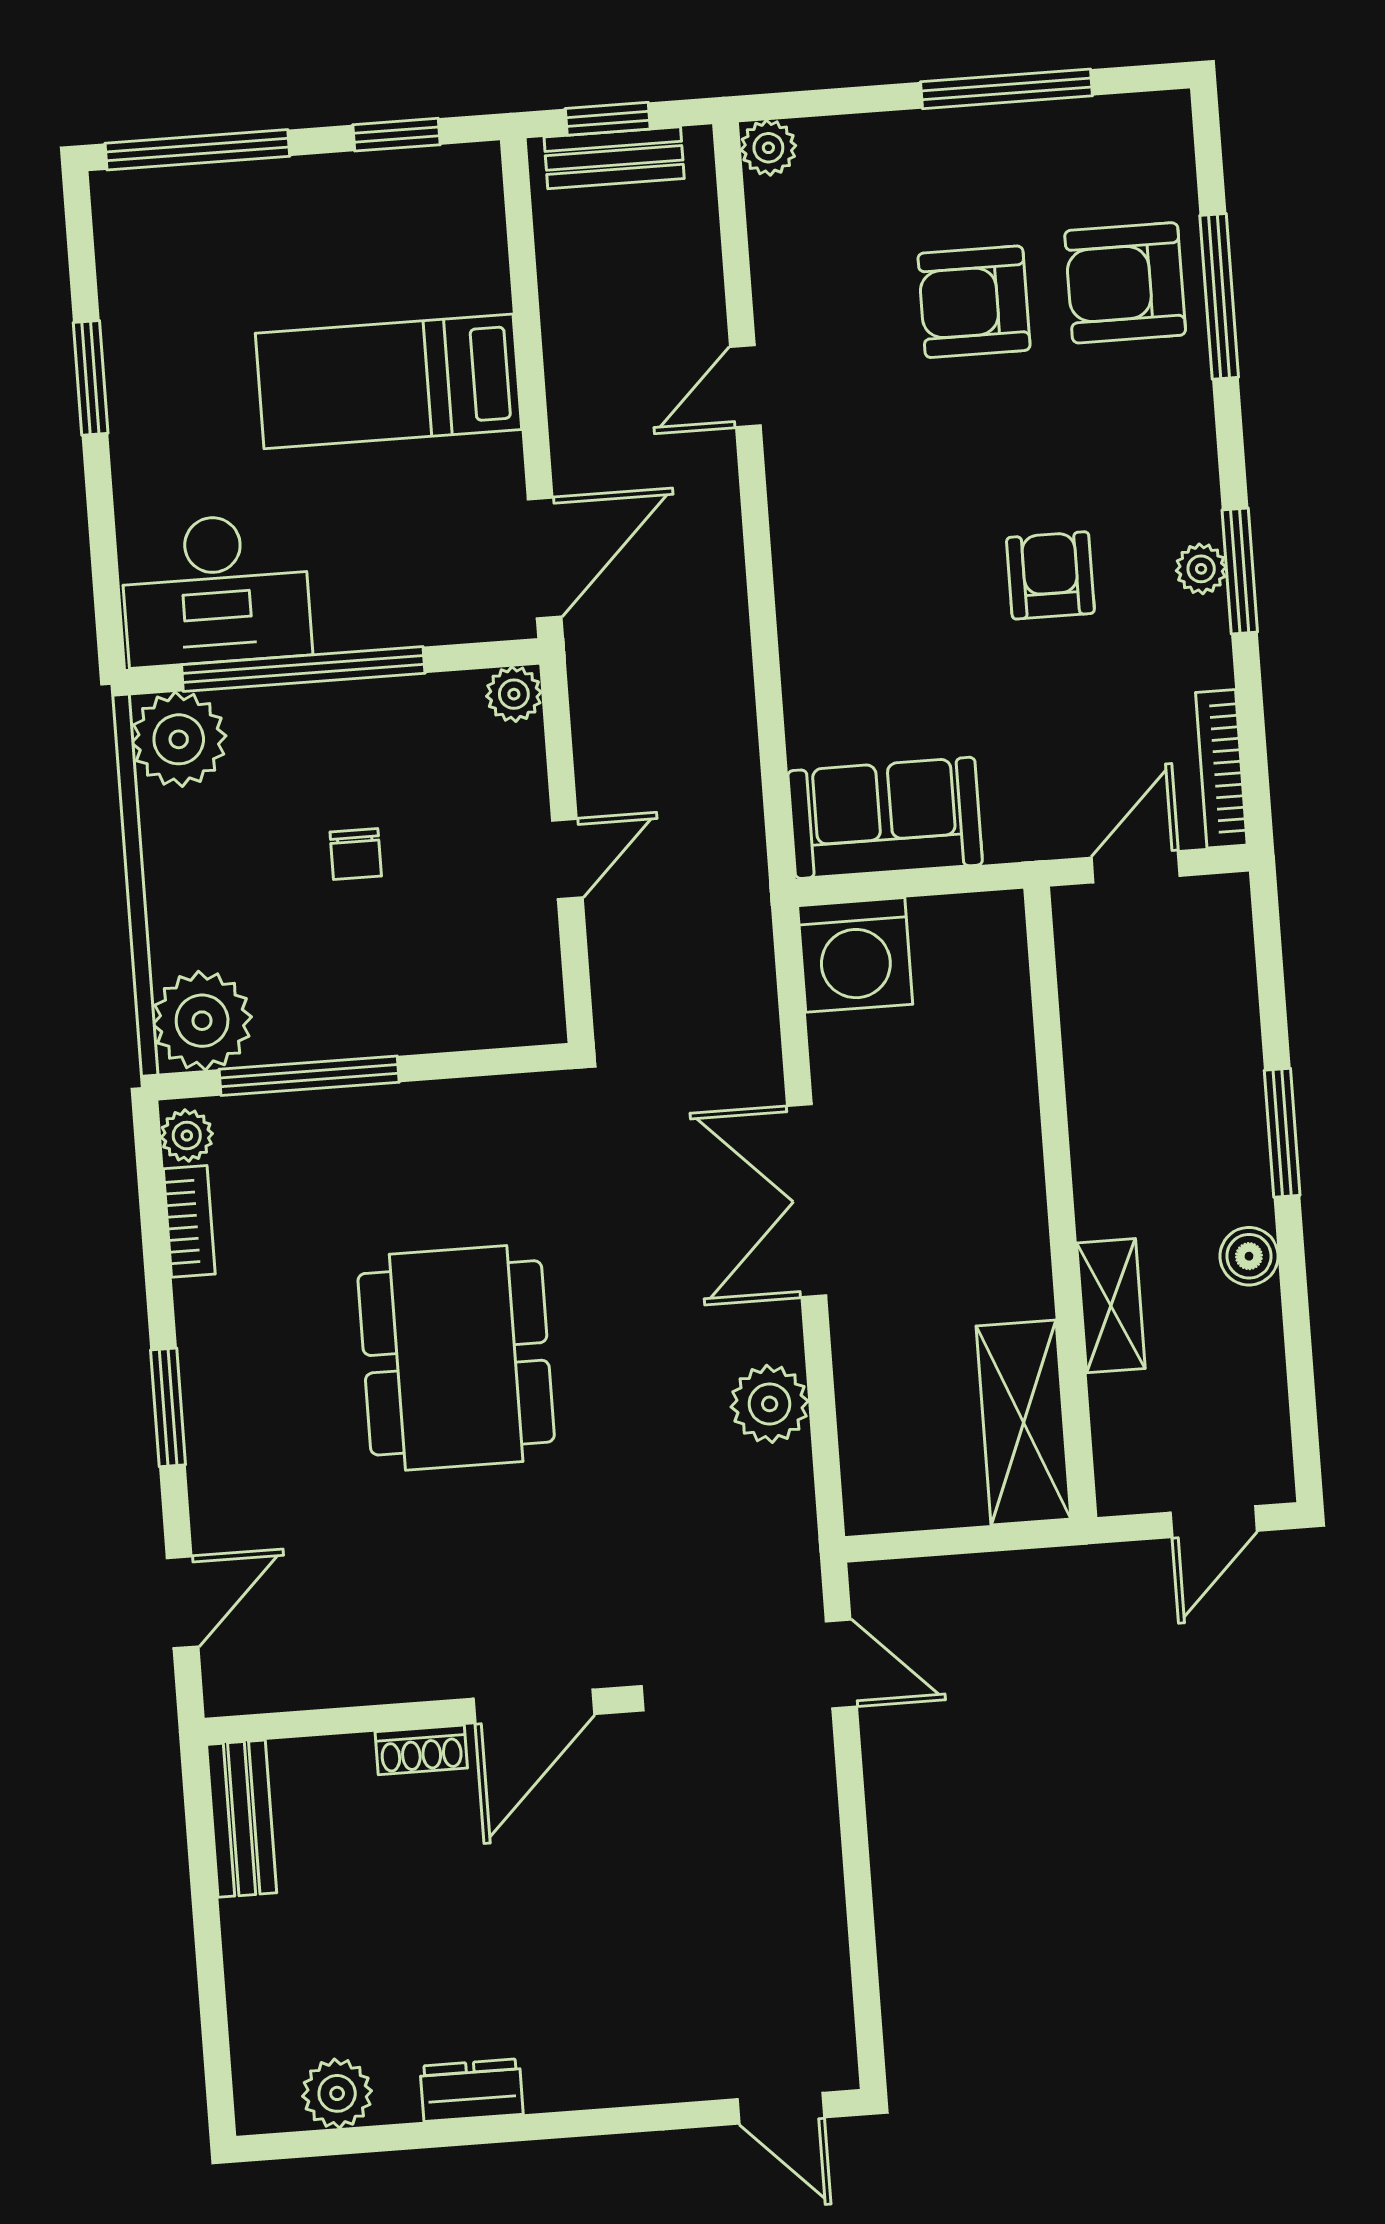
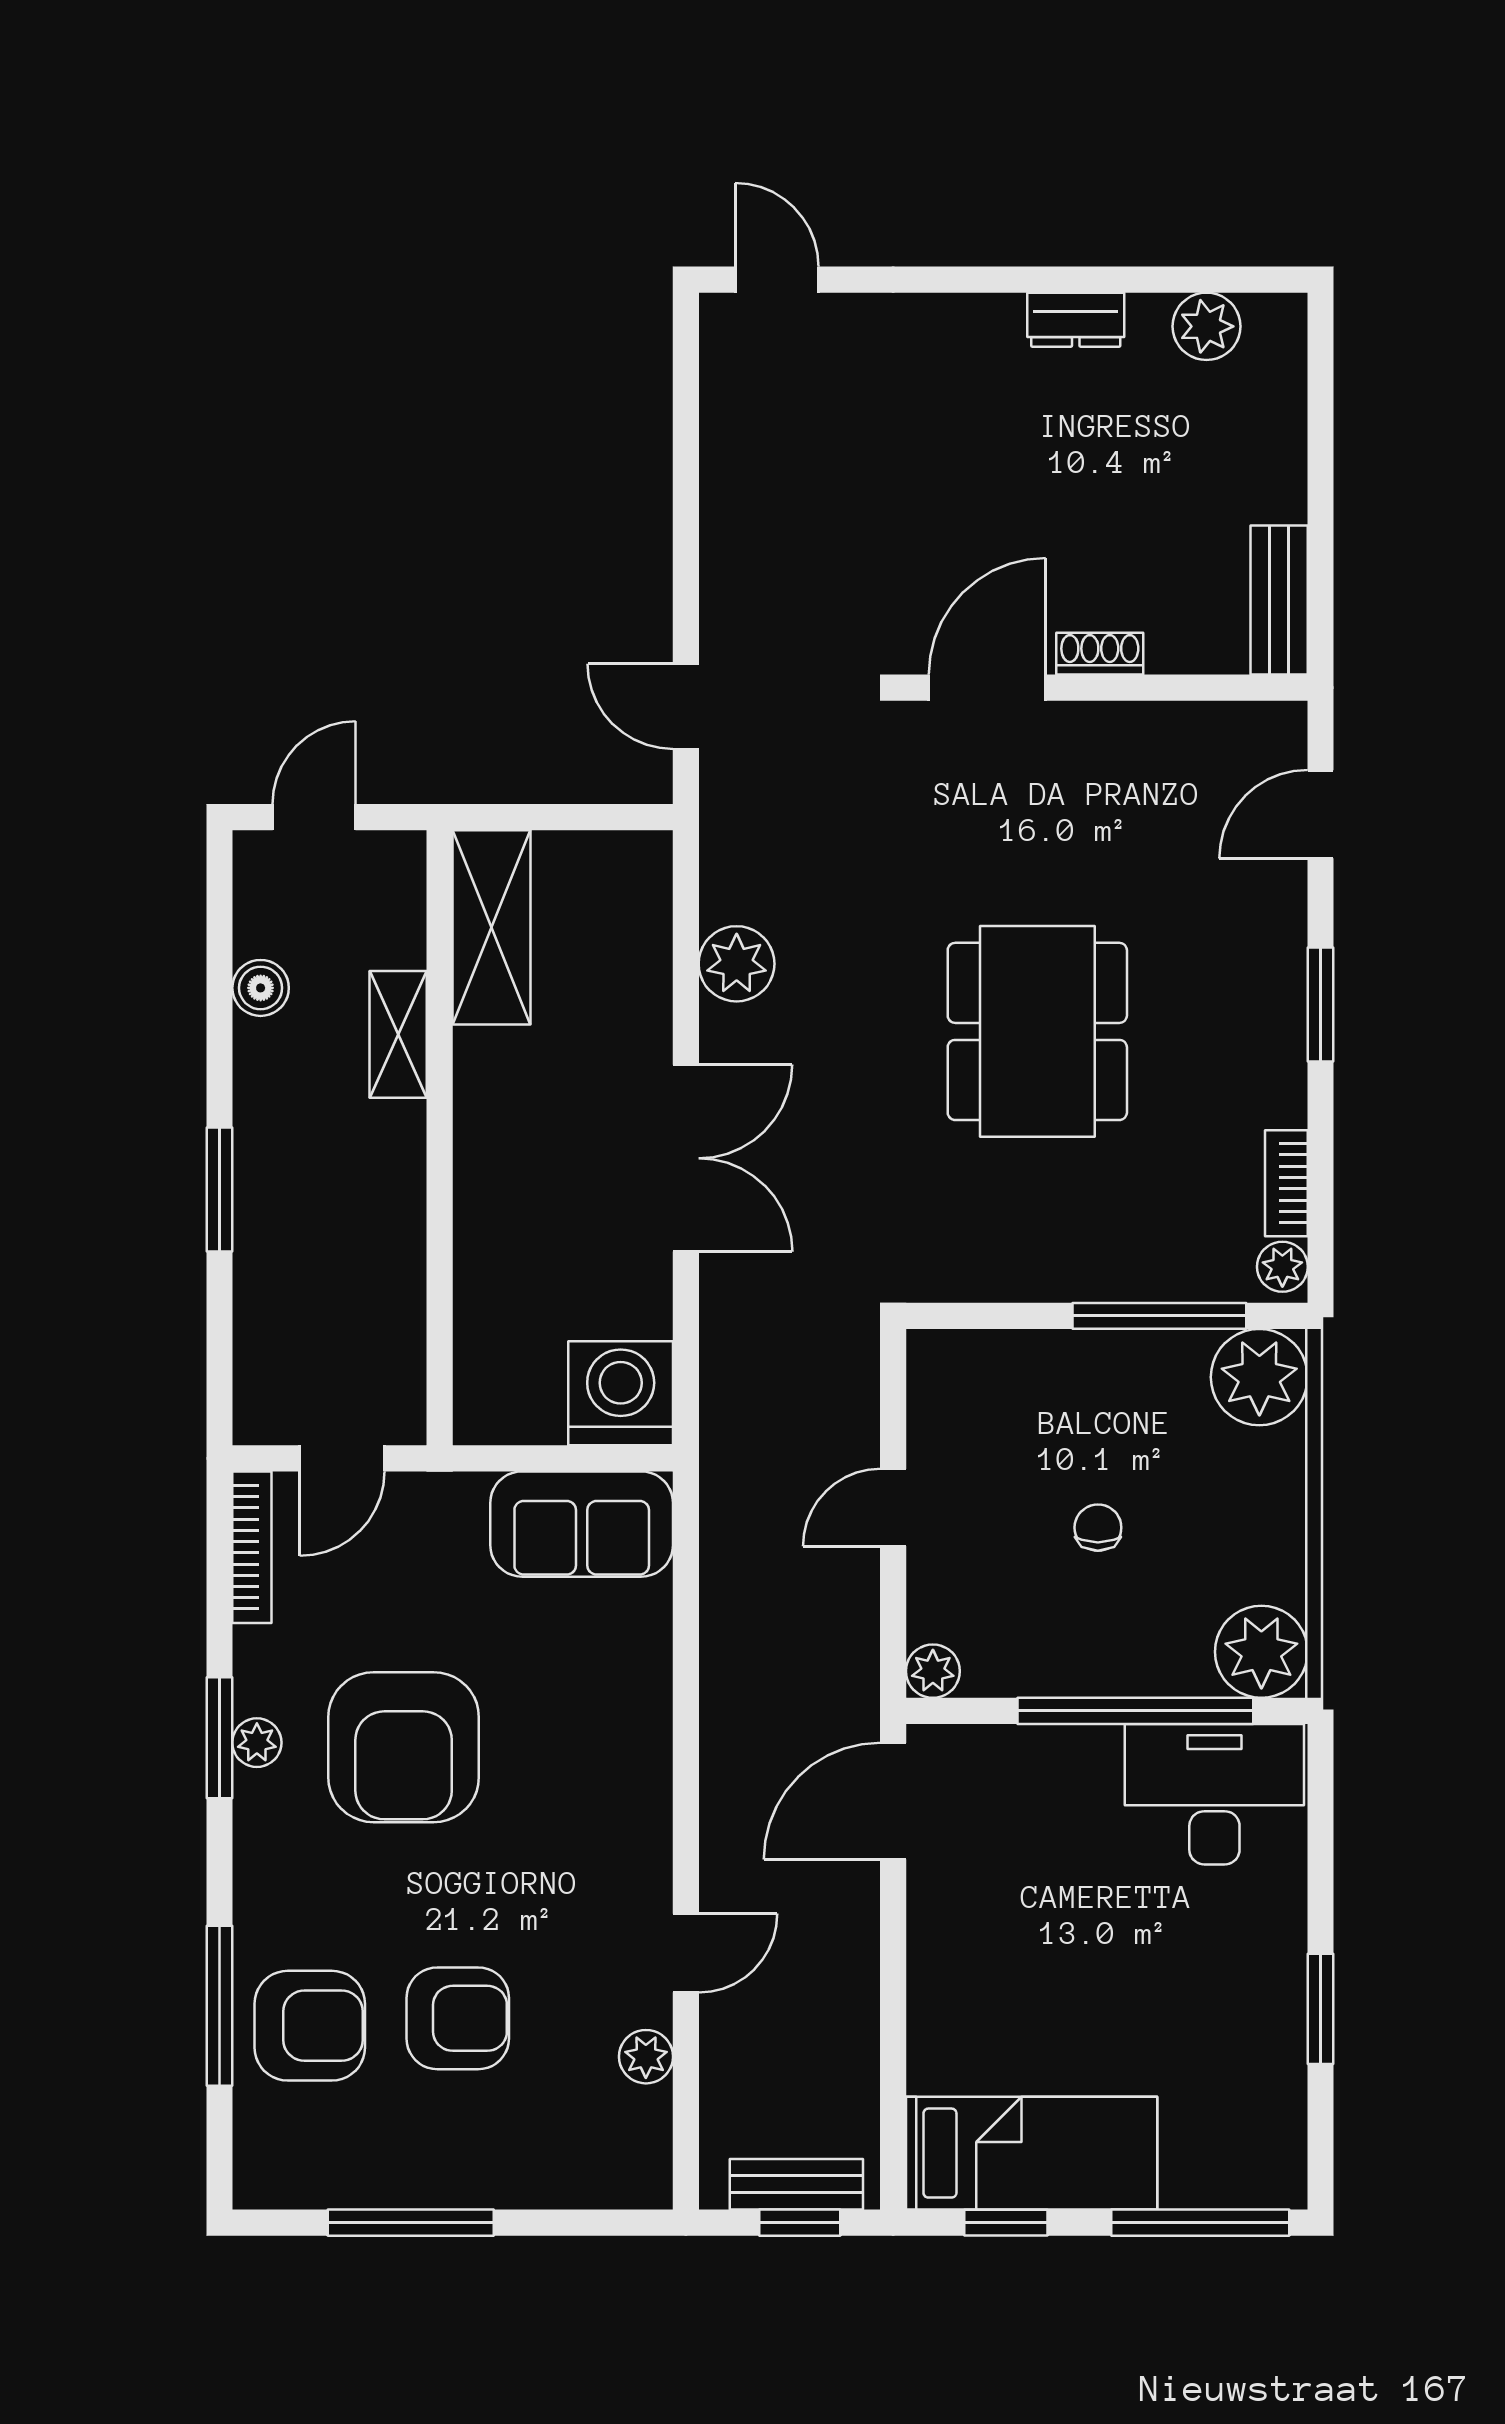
plant: (768, 148) -> (646, 2057), moved
bed: (389, 381) -> (1032, 2153), moved
armchair: (1050, 575) -> (404, 1747), width x1.88, depth x1.88
boiler: (1249, 1256) -> (261, 988), moved

